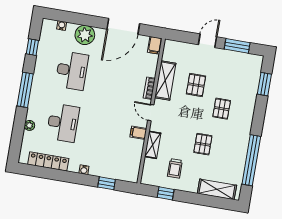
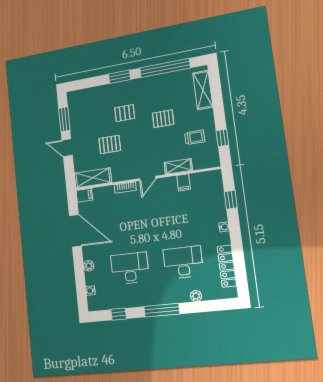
plant: (85, 35) -> (89, 266), width x0.53, depth x0.53
shelving: (165, 80) -> (93, 178), moved
window: (264, 84) -> (119, 77), moved
filing cabinet: (138, 133) -> (184, 182), moved

